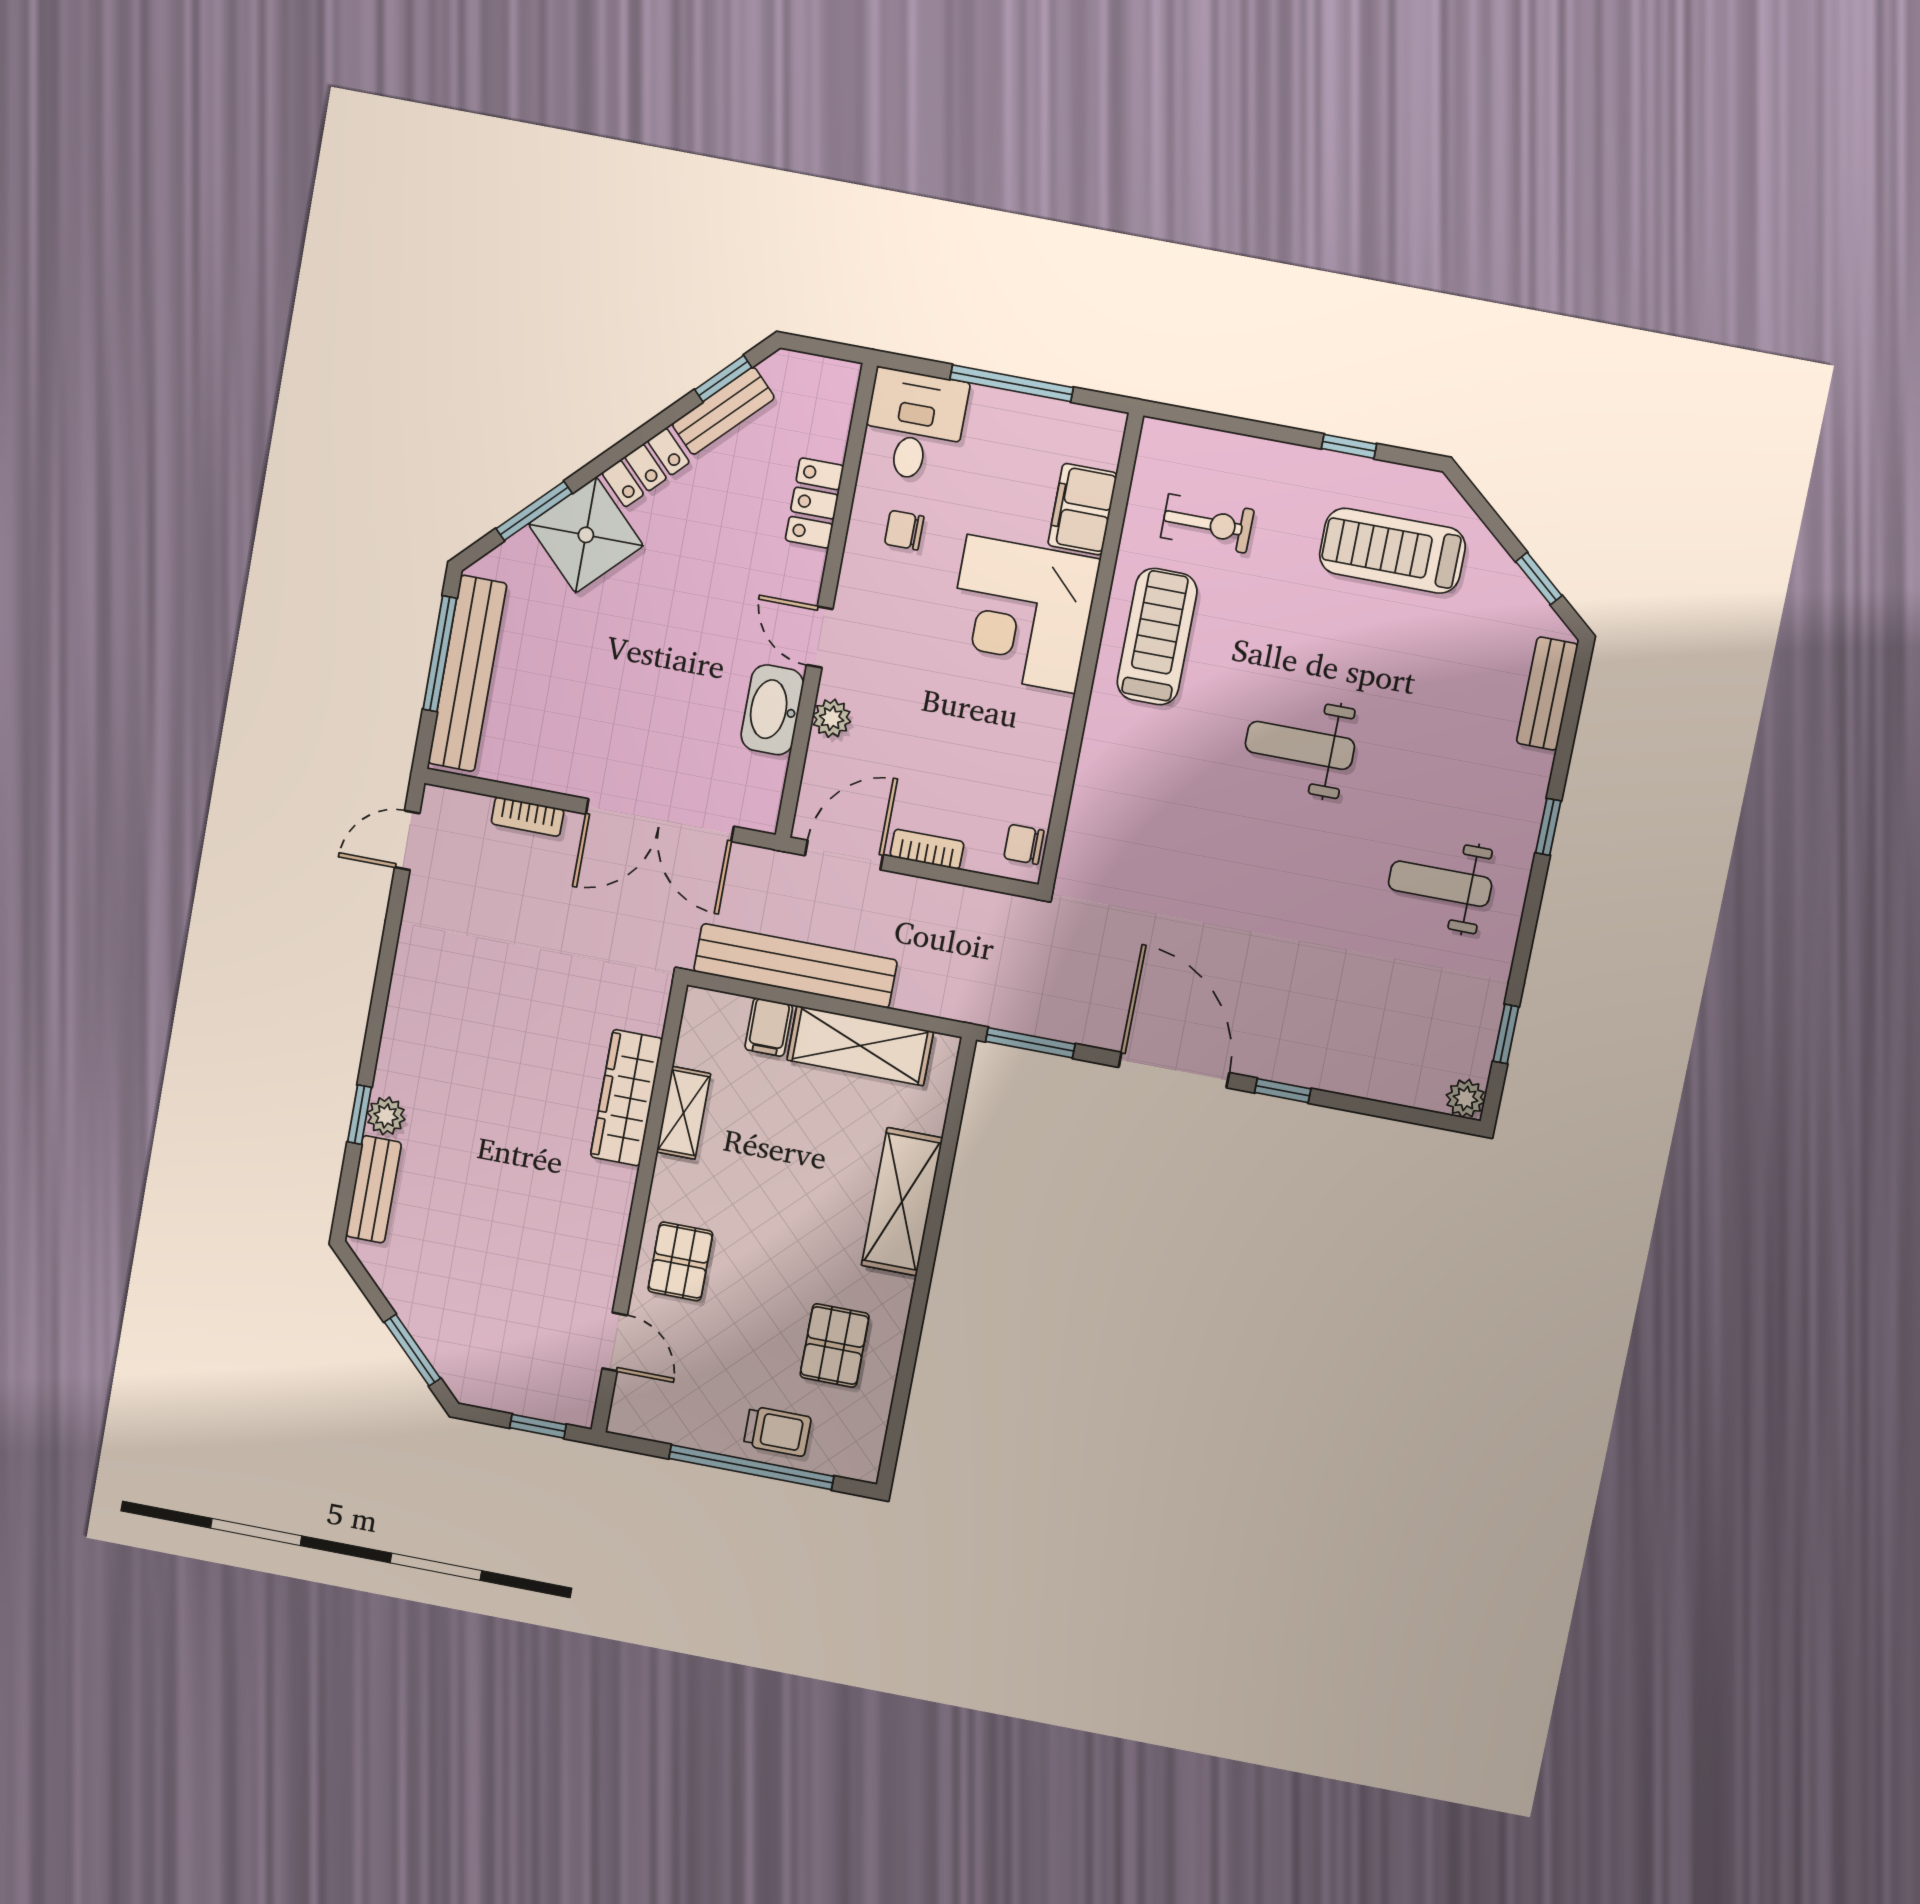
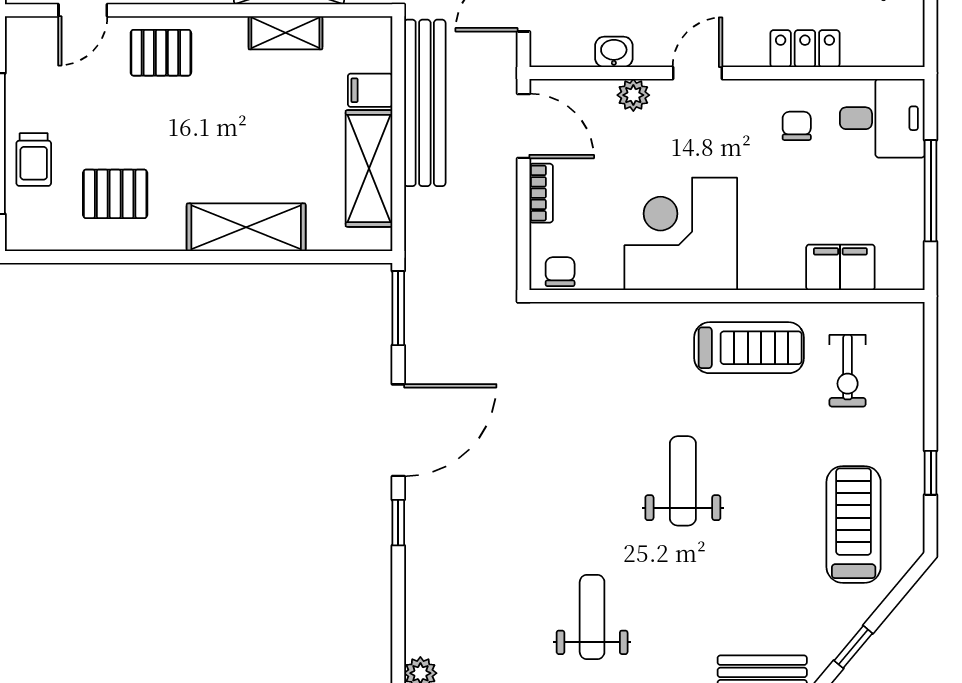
corner desk: (1021, 614) -> (681, 234), moved
washbasin: (772, 710) -> (614, 52), width x0.52, depth x0.69

